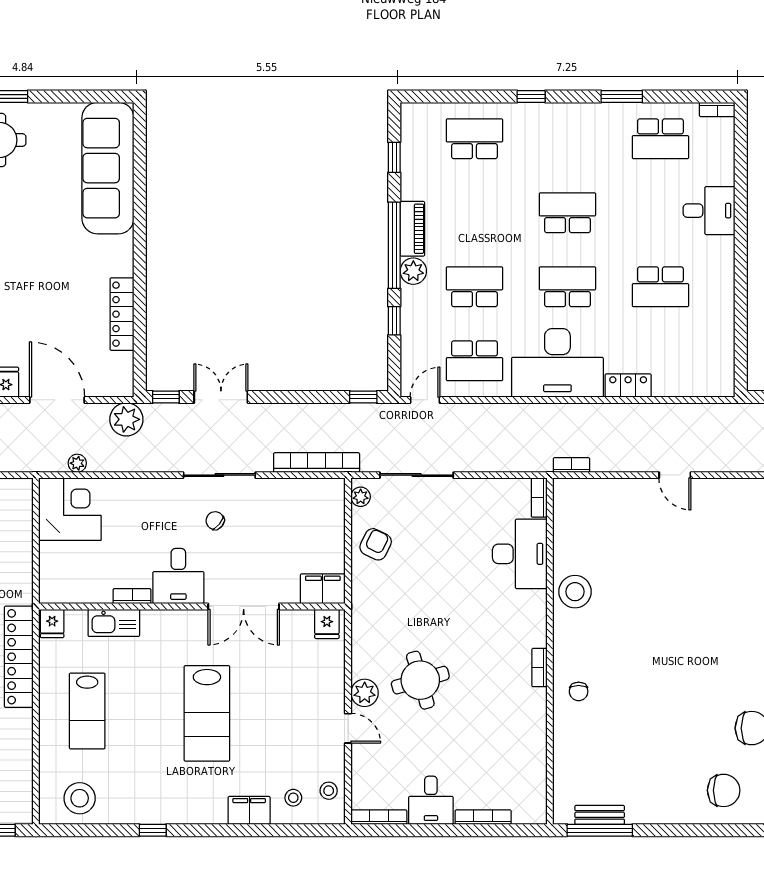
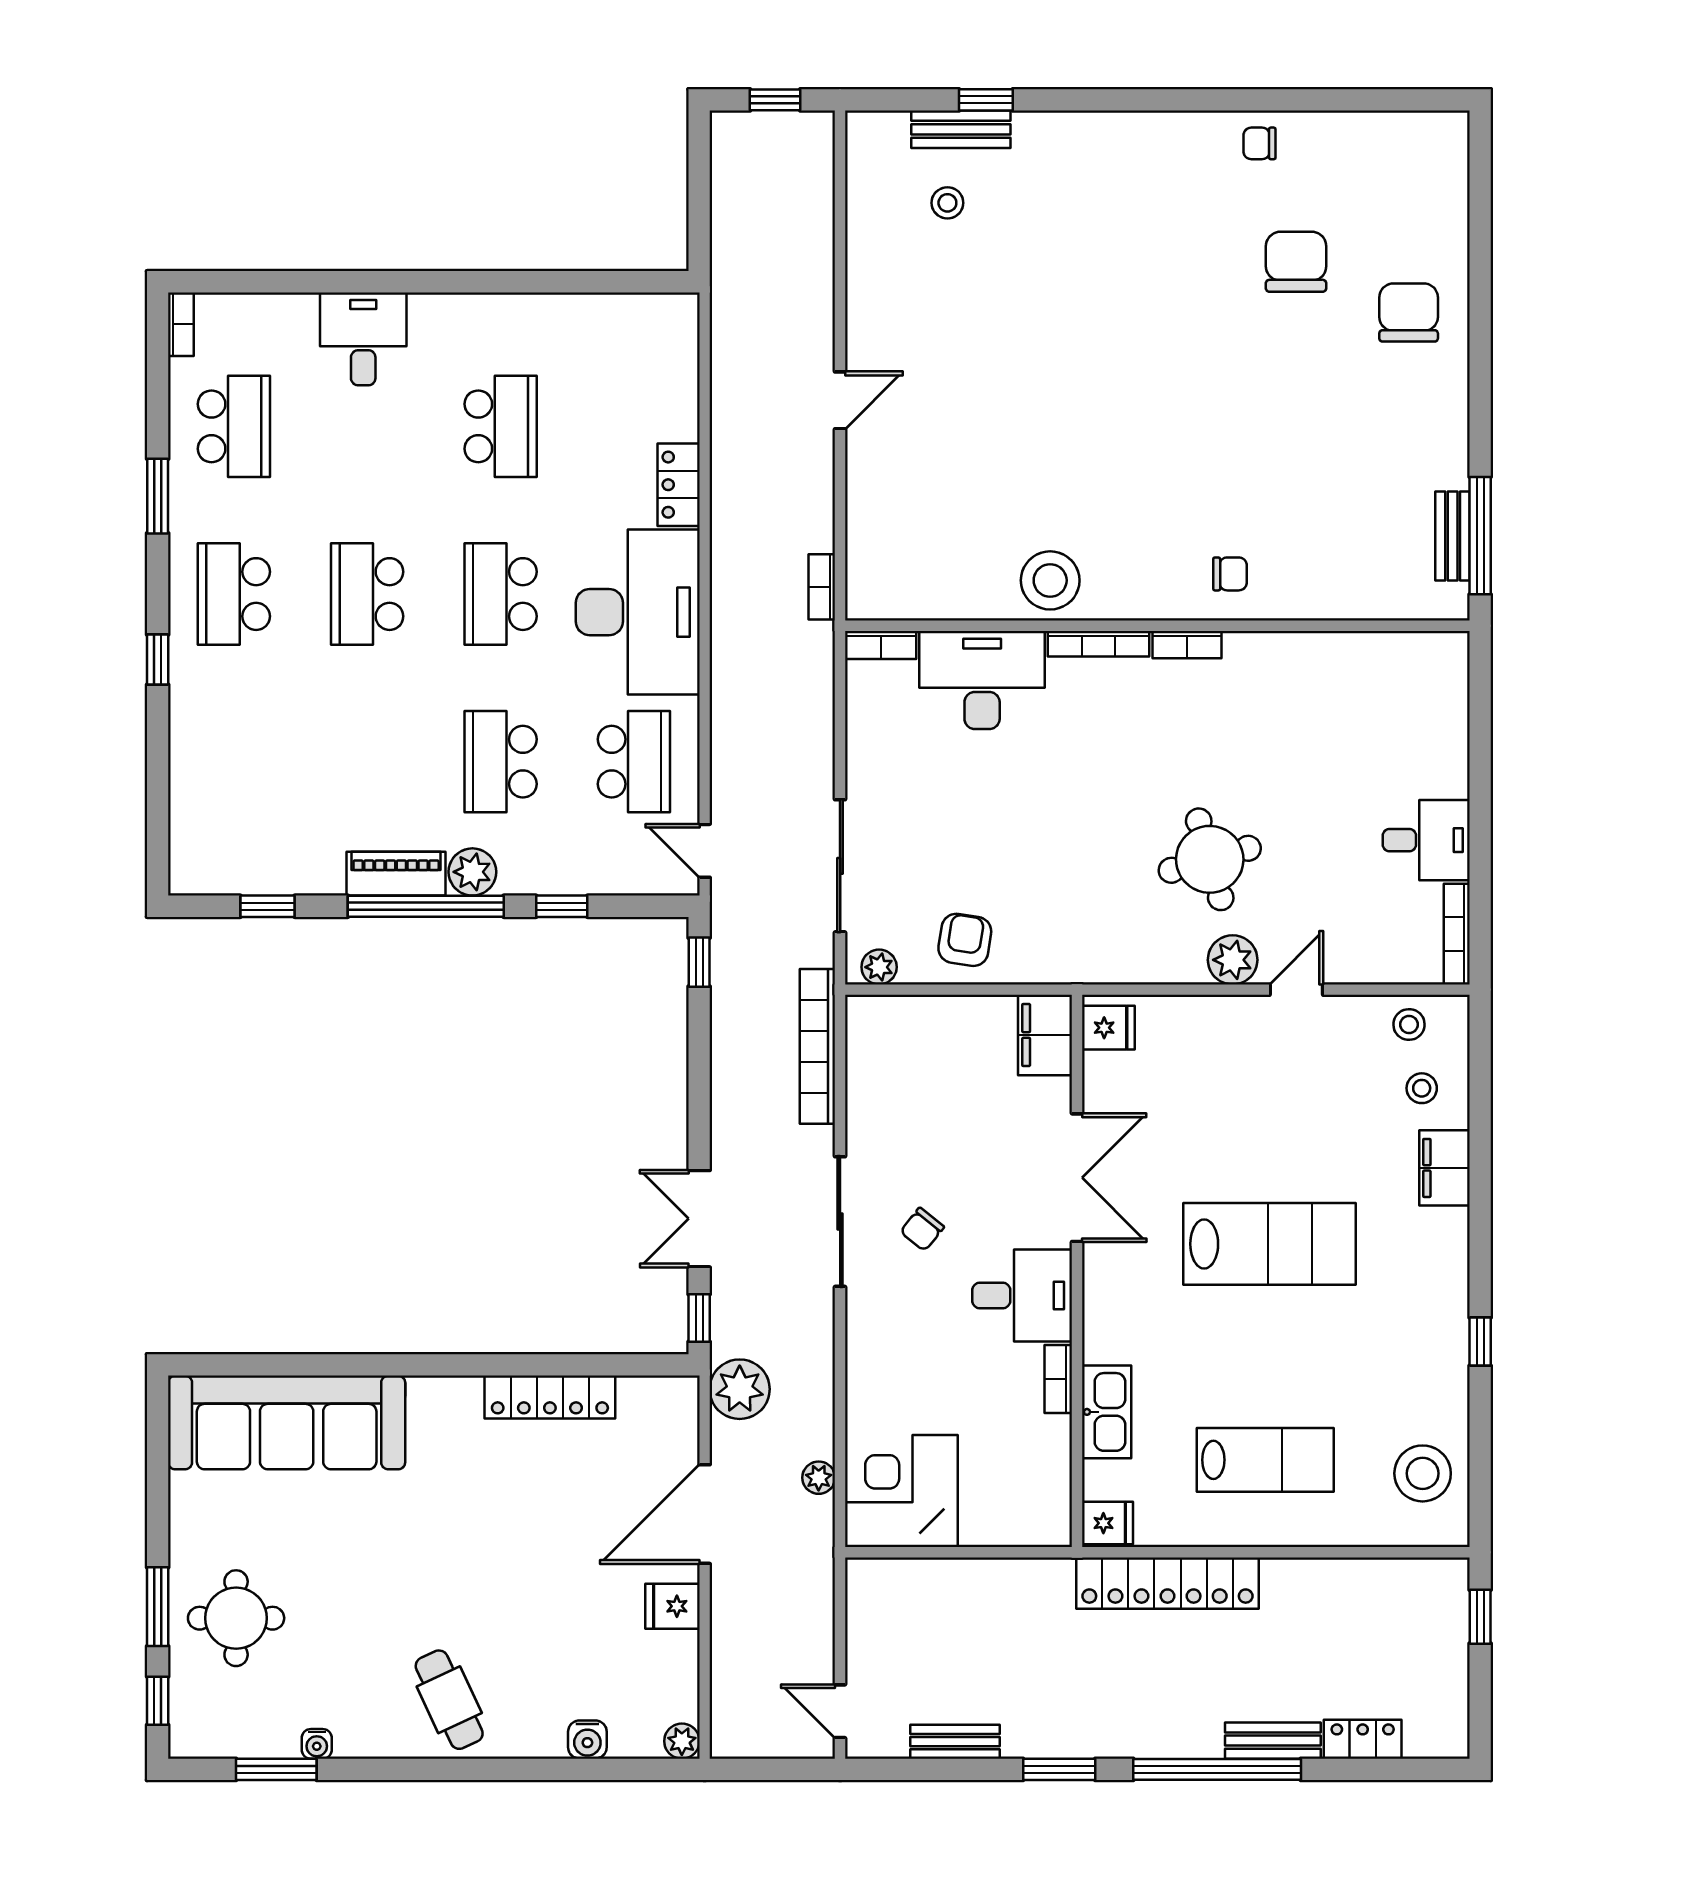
school desk: (474, 139) -> (234, 594), moved
armchair: (376, 544) -> (965, 940), turned 73
bookcase: (483, 817) -> (1099, 644), moved, turned -90

